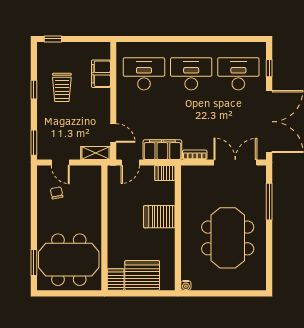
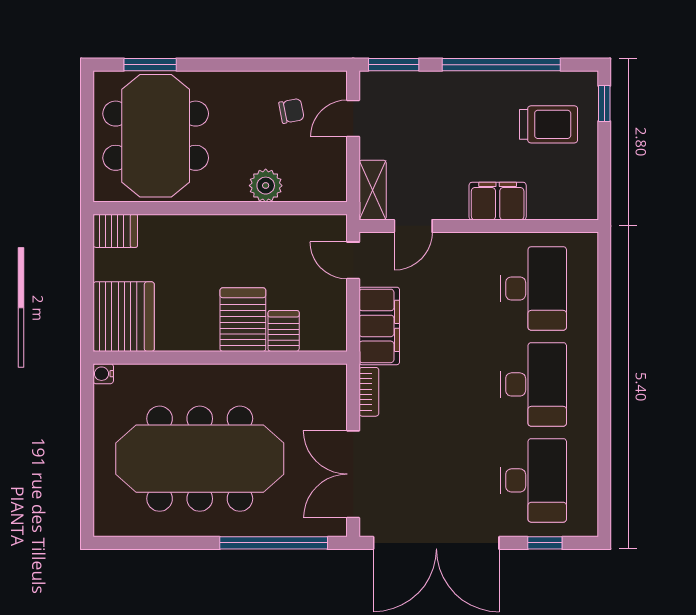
filing cabinet: (101, 74) -> (498, 201), moved
trolley: (62, 87) -> (549, 124), moved, turned 180
window: (34, 90) -> (501, 65), width x3.17
double door: (235, 163) -> (353, 474), swing flipped
server rack: (165, 173) -> (284, 331), moved
window: (269, 202) -> (274, 543), width x1.46
plant: (93, 206) -> (266, 186), added
meeting table: (228, 238) -> (200, 459), width x1.36
server rack: (142, 275) -> (124, 317), moved

